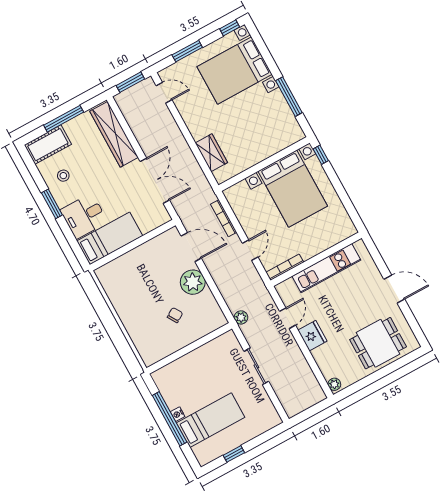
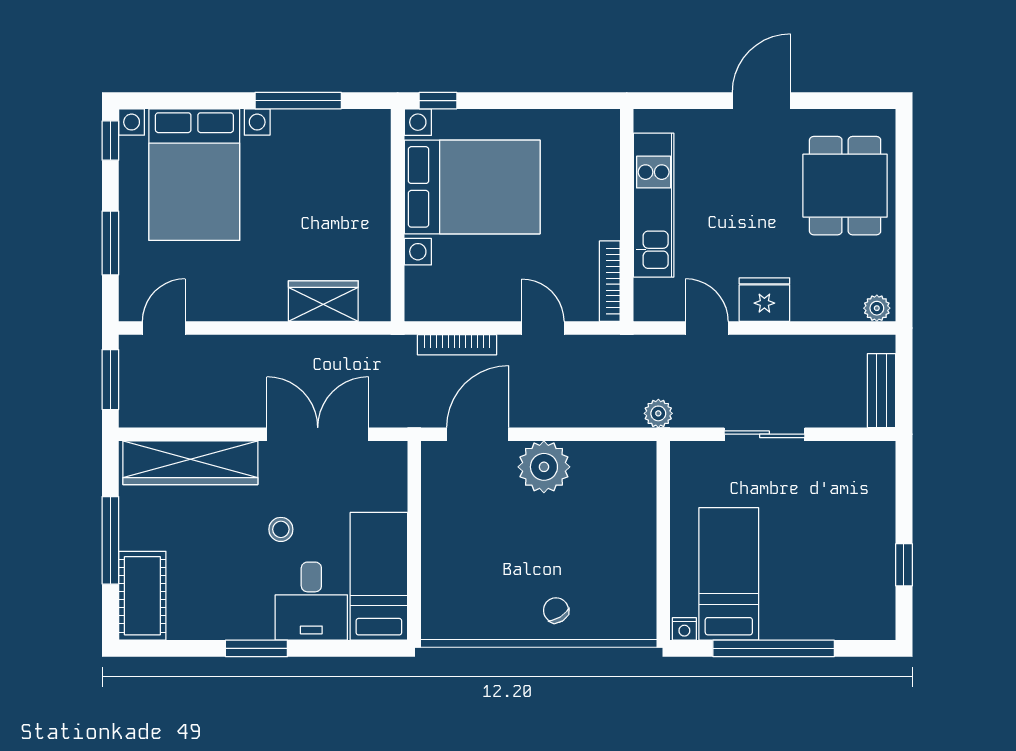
stool: (63, 176) -> (281, 529), moved
chair: (175, 315) -> (556, 610), moved
bench: (301, 405) -> (882, 391), added
nightstand: (178, 414) -> (684, 629), moved
bed: (211, 420) -> (729, 574), moved

